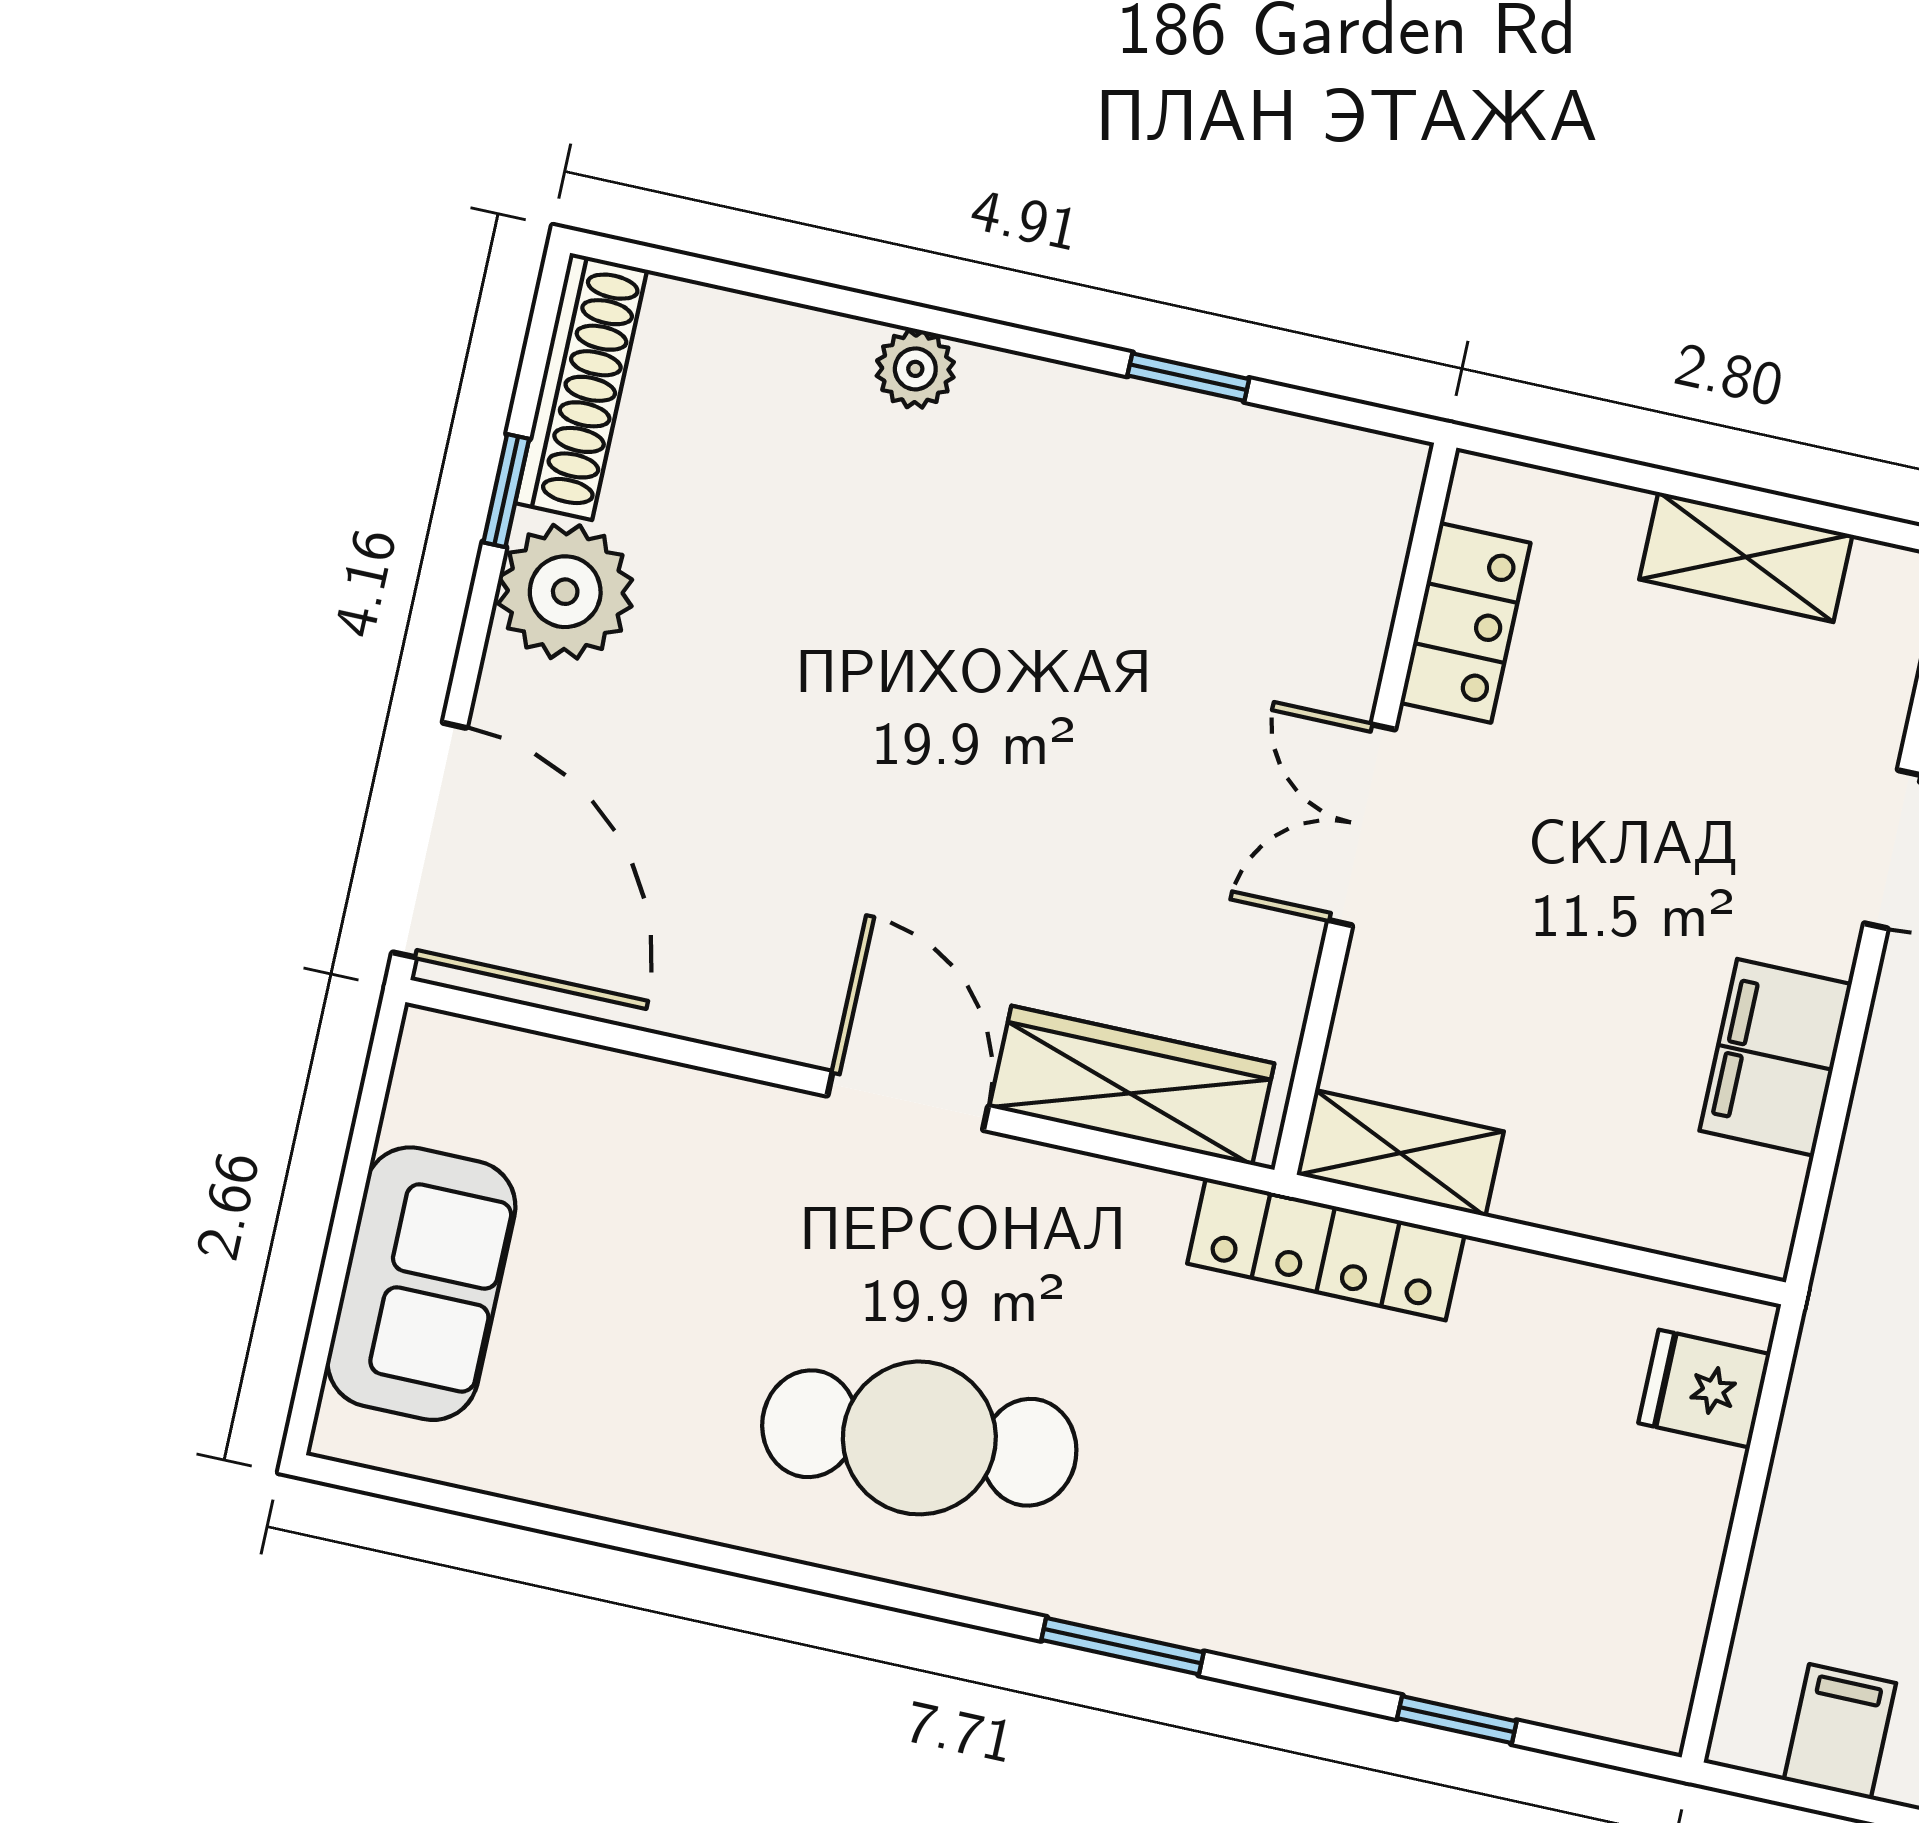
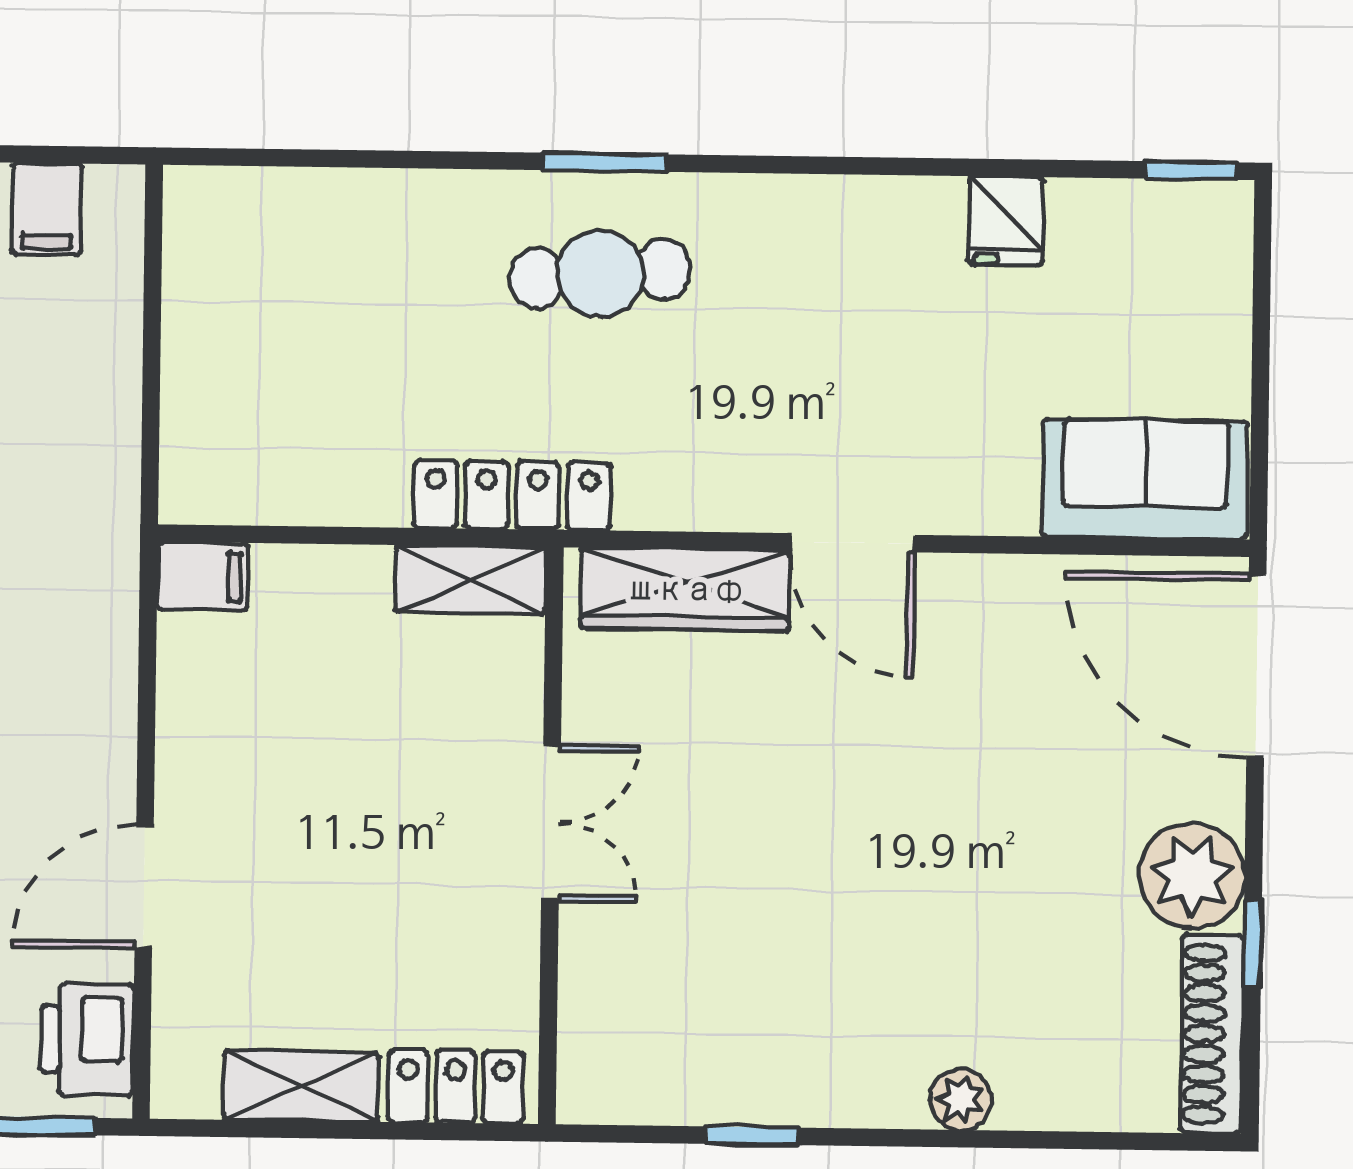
locker: (1465, 623) -> (455, 1087), moved, turned 90
filing cabinet: (1775, 1057) -> (203, 576), moved, width x0.50
sofa: (421, 1284) -> (1145, 479), moved, turned 90
fridge: (1704, 1389) -> (1006, 221), moved, turned 90
cafe table: (919, 1438) -> (600, 274), moved, width x0.73, depth x0.74
window: (1457, 1720) -> (1191, 170), moved

